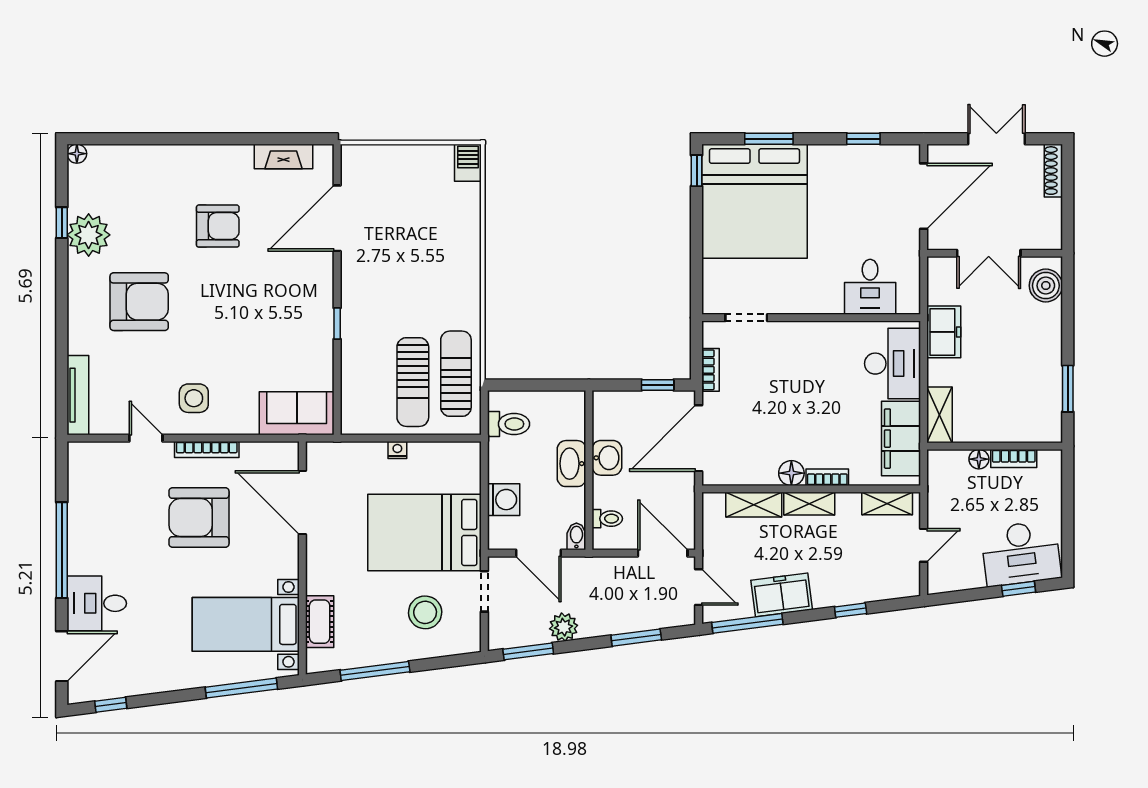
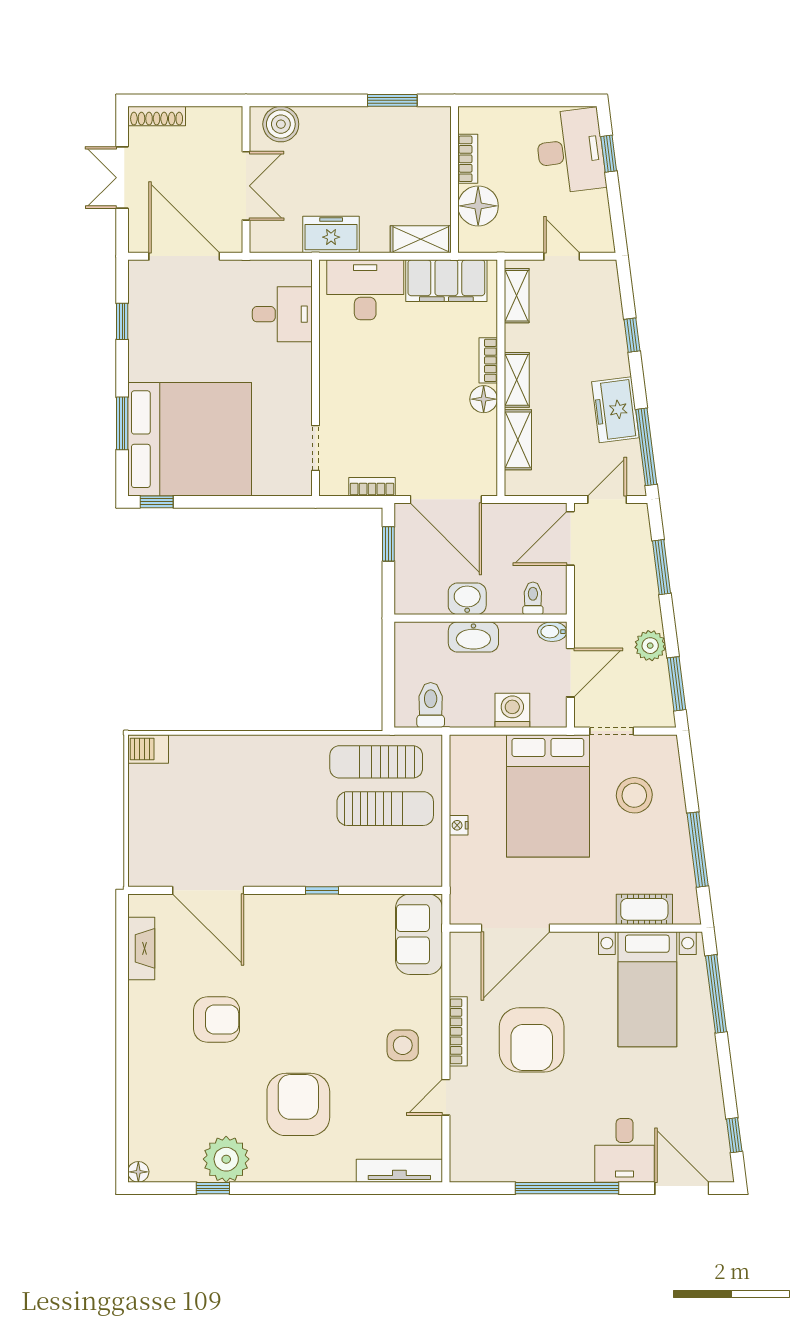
armchair: (218, 226) -> (217, 1019), turned 90
floor lamp: (979, 459) -> (478, 206), width x1.89, depth x1.89

